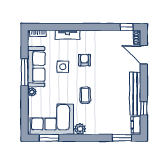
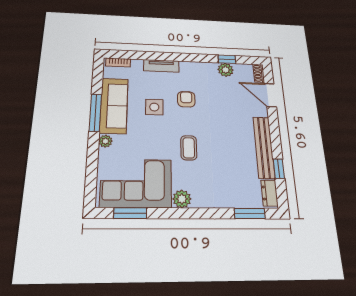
window: (127, 27) -> (227, 59), moved
plant: (113, 36) -> (226, 70), added

